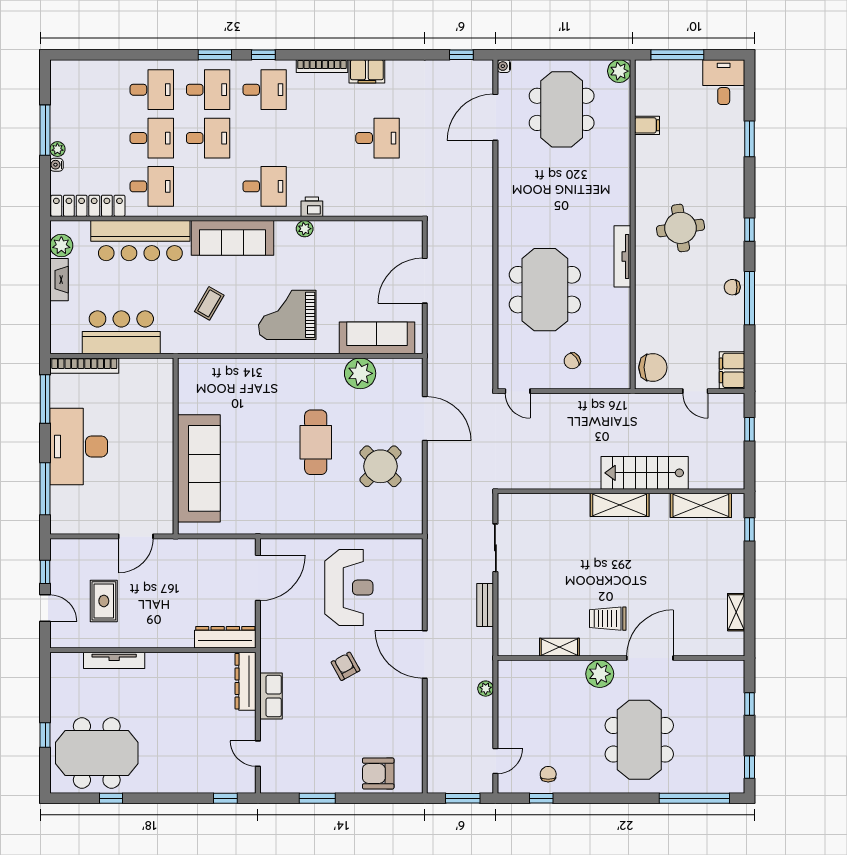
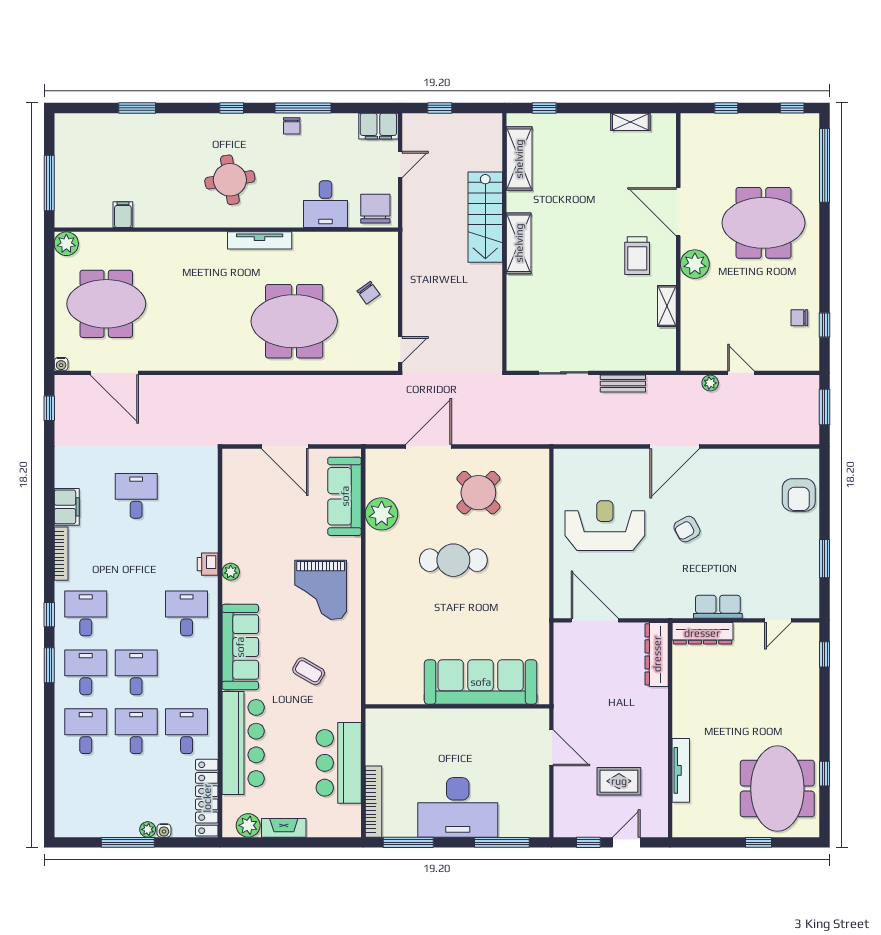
desk: (724, 82) -> (325, 204), moved, turned -90
door: (495, 761) -> (741, 373), moved

